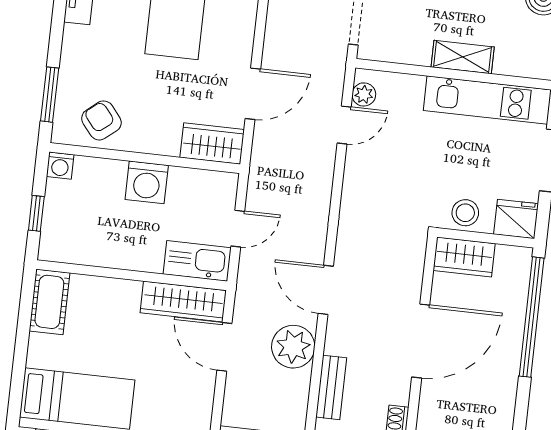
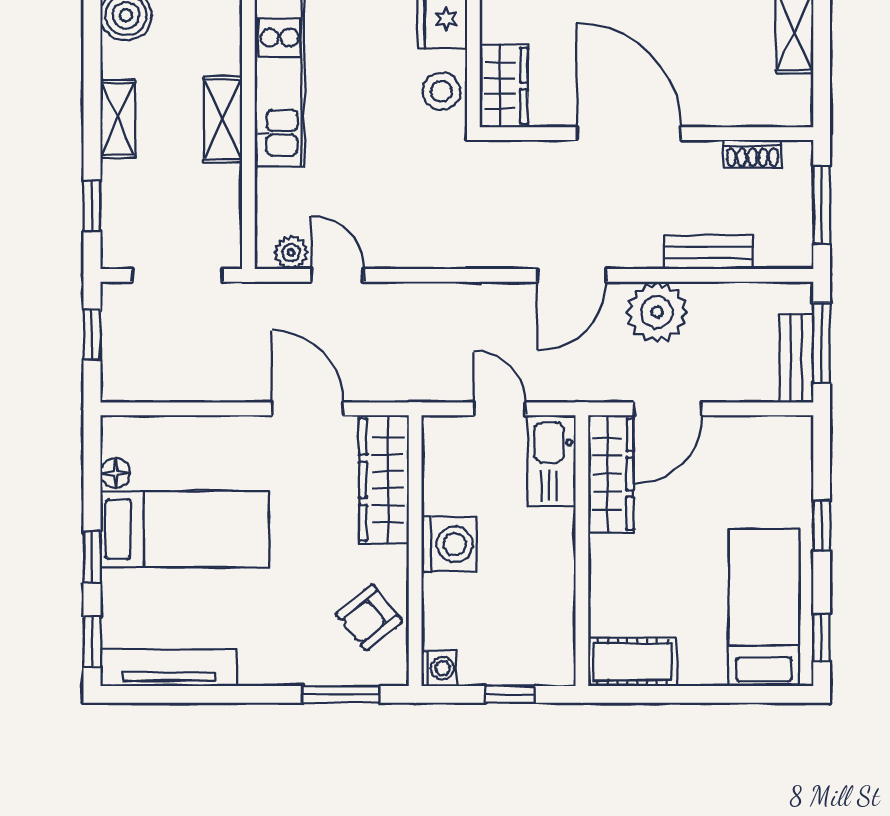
wardrobe: (212, 143) -> (384, 480), width x1.50

